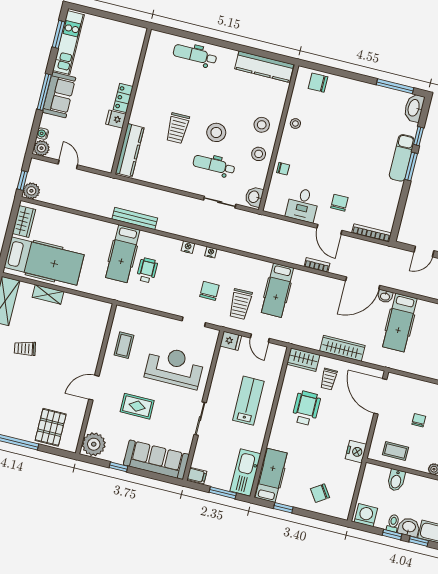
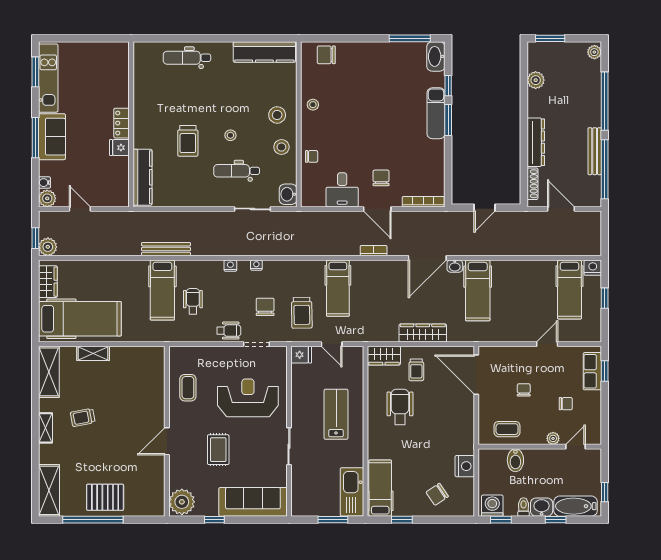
stool: (216, 132) -> (230, 135), width x0.53, depth x0.53
wheelchair: (172, 304) -> (229, 331), added
rug: (137, 406) -> (218, 450), turned 90
pallet: (51, 427) -> (105, 497), moved, turned 90
nightstand: (356, 452) -> (465, 466), moved
filing cabinet: (197, 475) -> (301, 508), removed
window: (392, 535) -> (501, 520), moved

